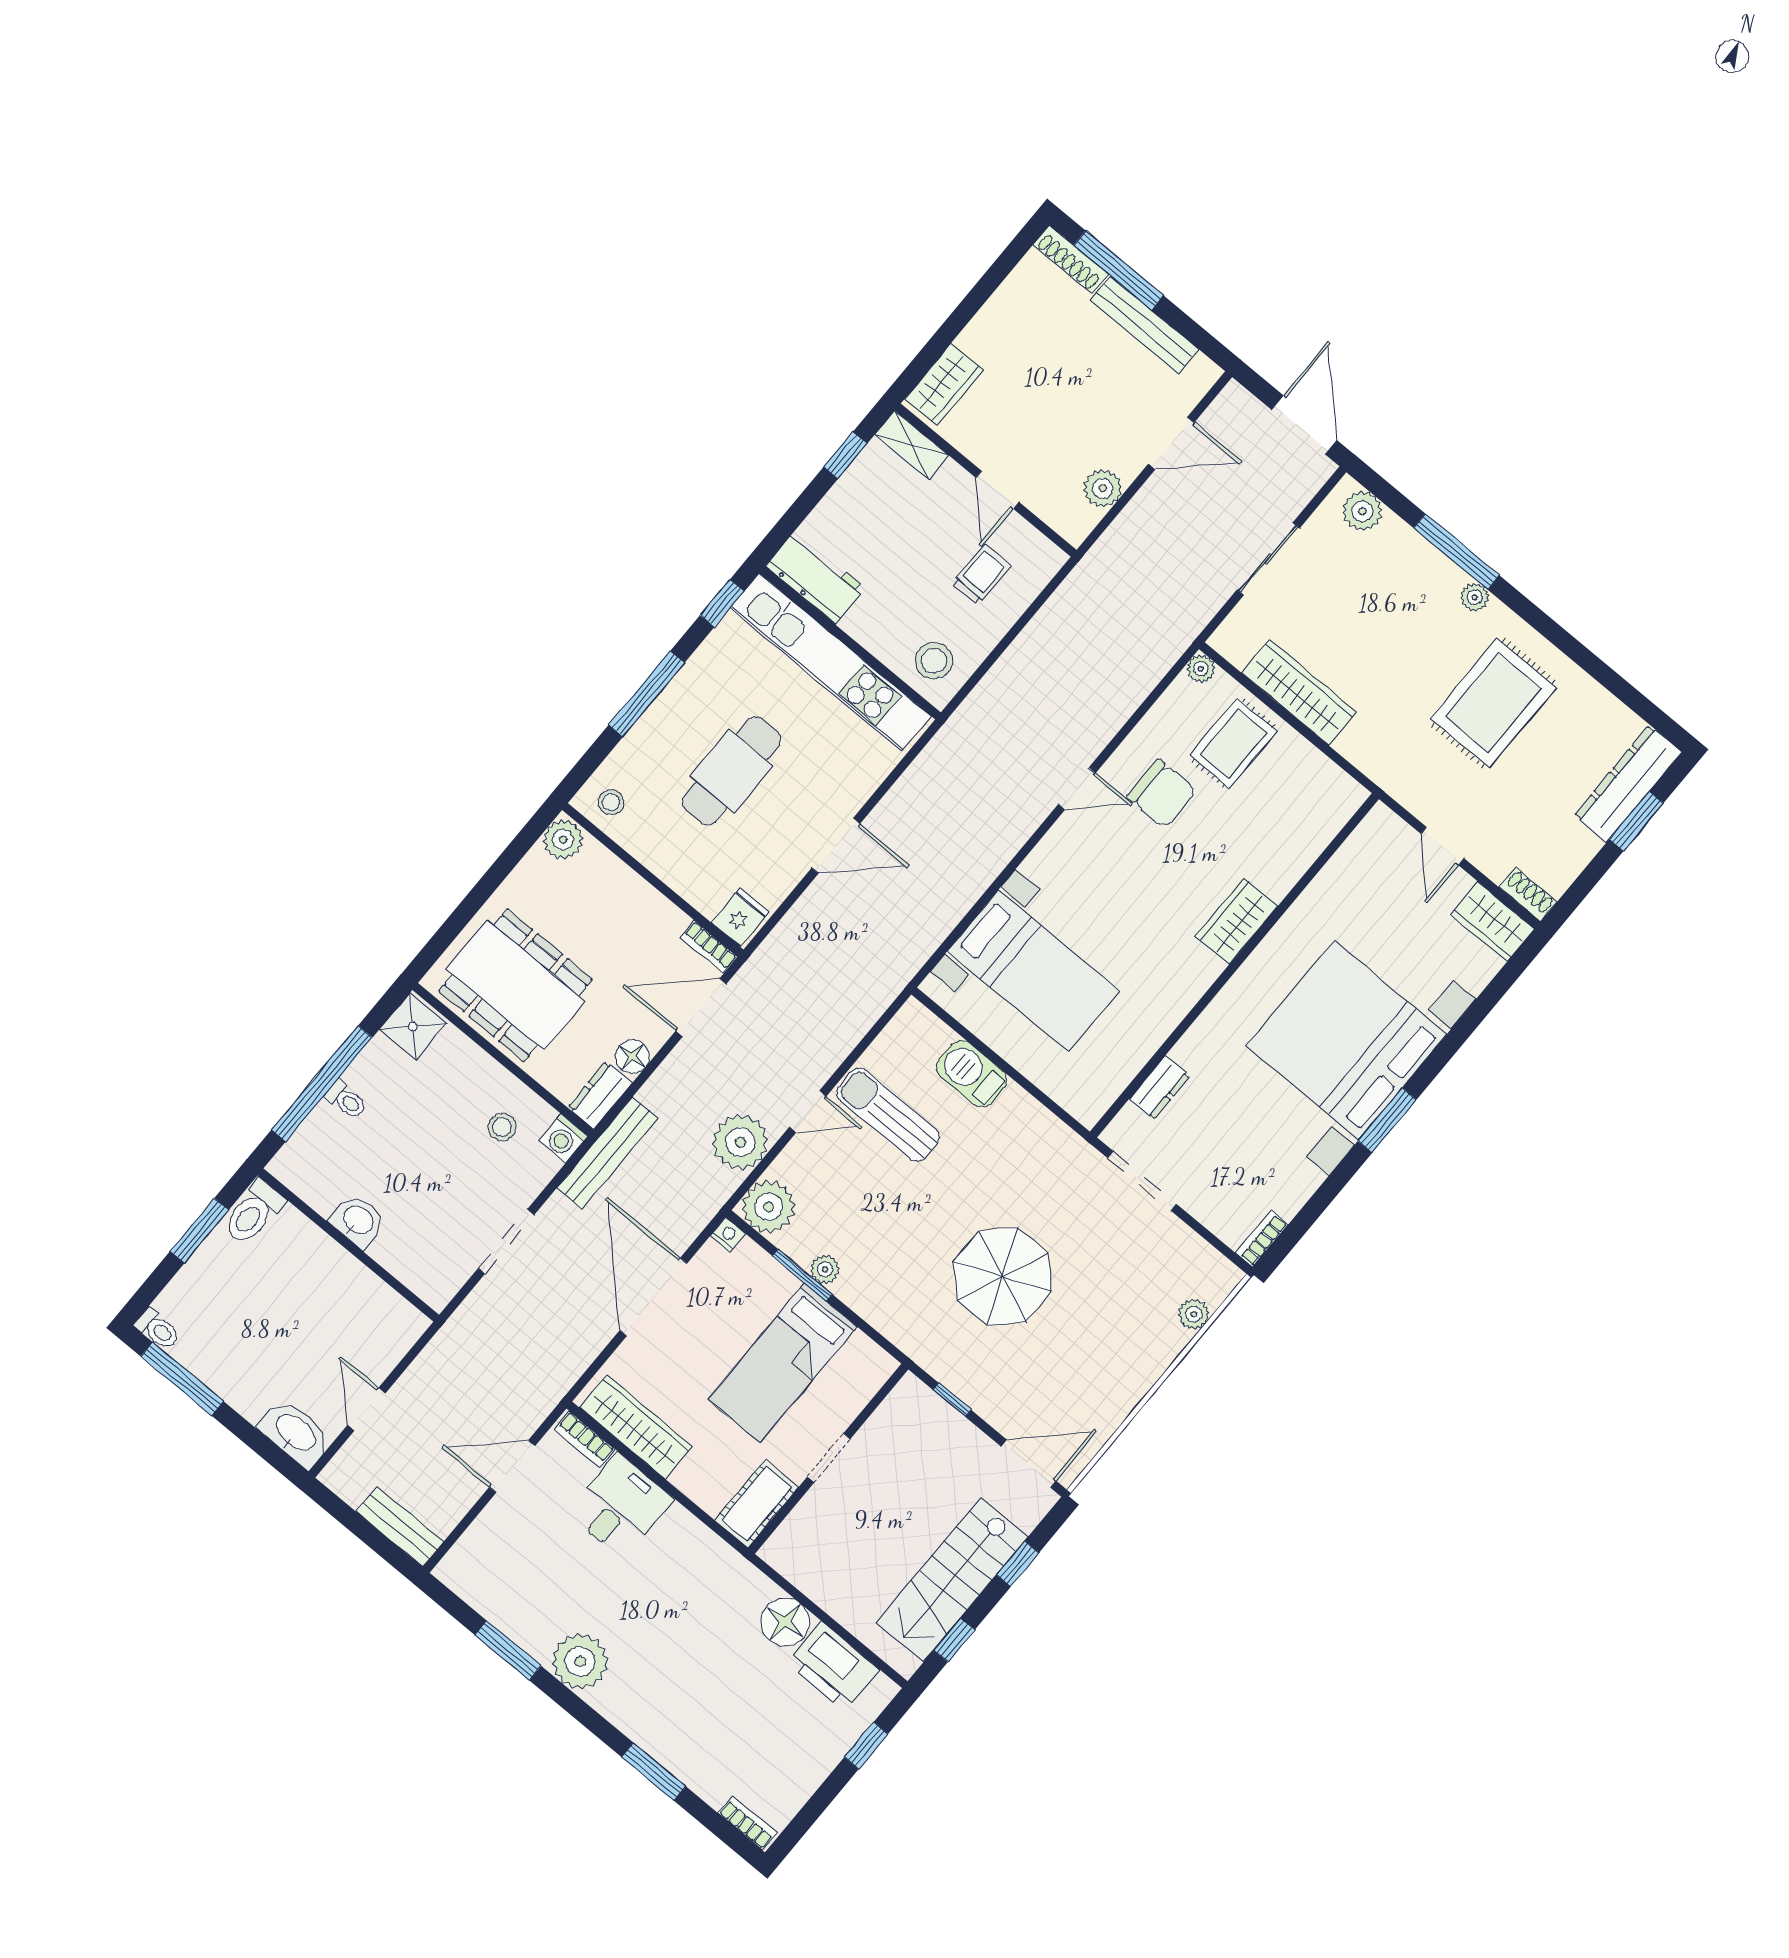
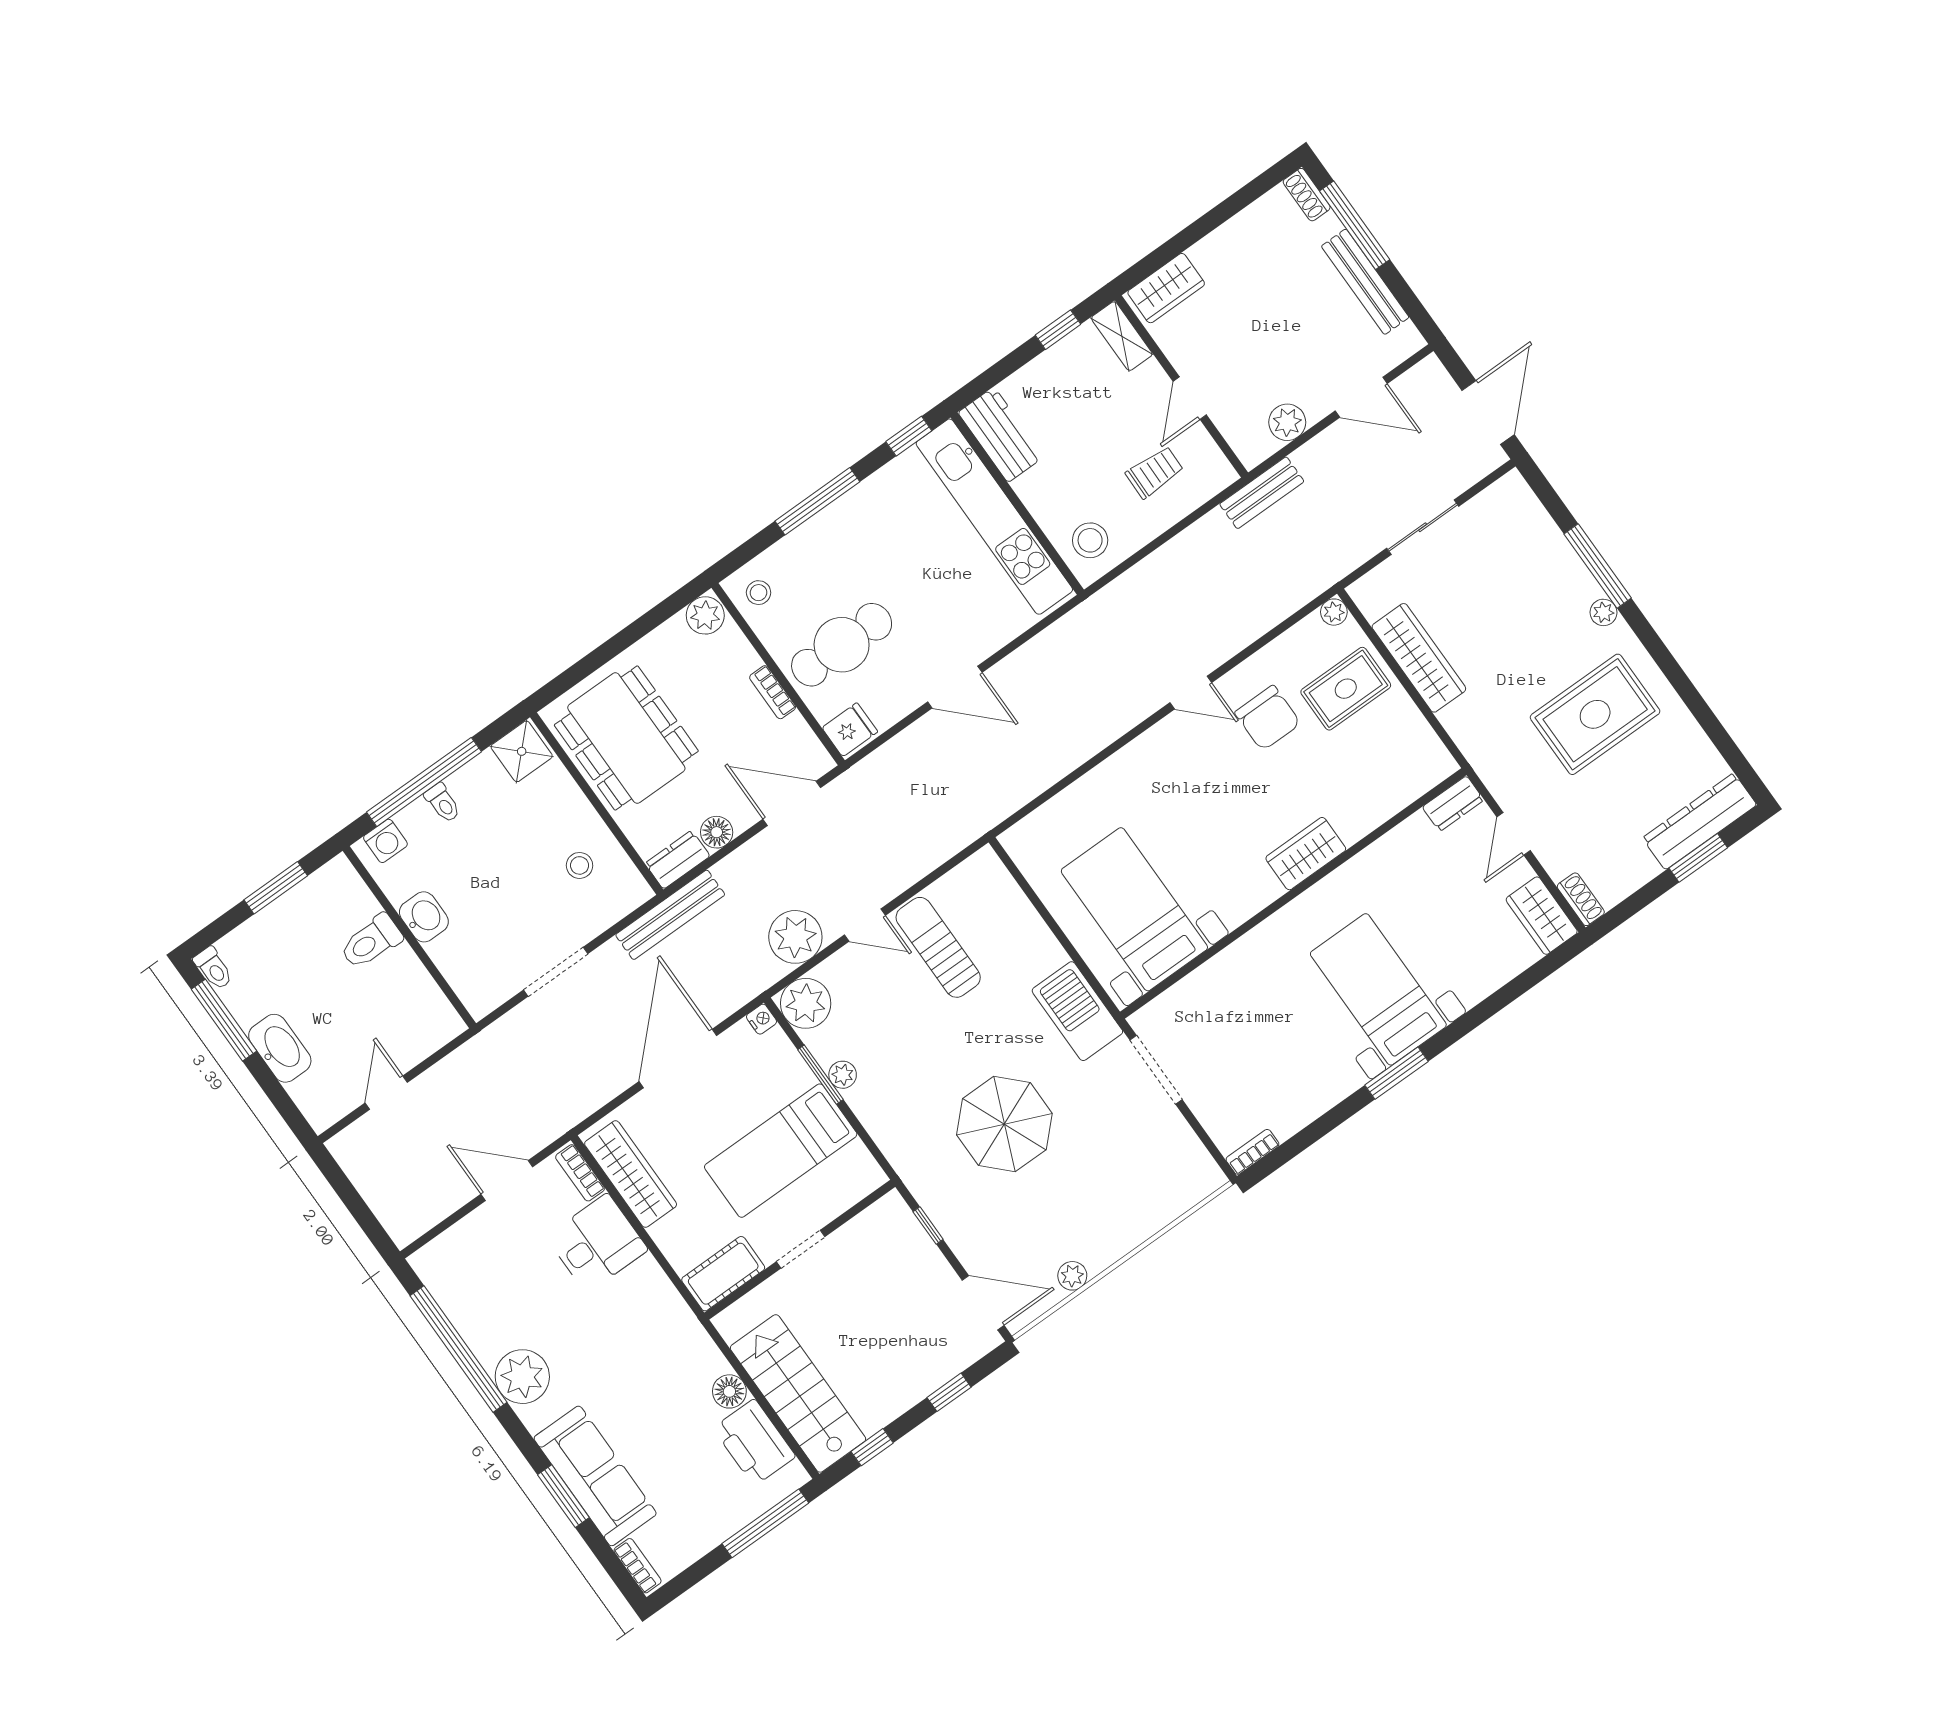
shoe rack: (1071, 259) -> (1307, 195), width x0.70
plant: (1362, 511) -> (1521, 506), removed
cafe table: (732, 771) -> (842, 645), moved
bookcase: (709, 947) -> (773, 692), moved
bed with nightstands: (1033, 971) -> (1134, 909), moved, turned 180
bed with nightstands: (1346, 1040) -> (1378, 989), width x0.54
barbecue: (972, 1074) -> (1077, 1011), moved, width x1.37, depth x1.21
dresser: (1159, 1088) -> (1453, 804), moved
washing machine: (563, 1138) -> (385, 841), moved, turned -90
toilet: (254, 1213) -> (371, 942), moved
plant: (1194, 1314) -> (1072, 1276), moved
washbasin: (295, 1433) -> (280, 1048), moved
bench: (400, 1527) -> (1262, 493), moved, turned 90
stairs: (952, 1580) -> (798, 1393), moved, turned 90
floor lamp: (785, 1622) -> (729, 1391), width x0.73, depth x0.73
window: (508, 1650) -> (459, 1349), width x2.11
sofa: (681, 1743) -> (595, 1476), added
window: (866, 1746) -> (765, 1523), width x2.17

